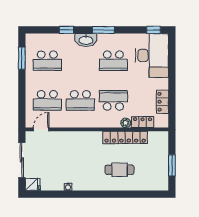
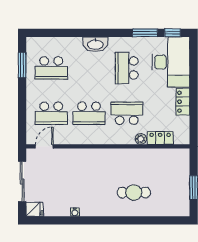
window: (67, 30) -> (73, 33), removed
window: (103, 30) -> (145, 33), moved
school desk: (113, 61) -> (127, 68), turned 90
locker: (162, 102) -> (183, 102), moved
locker: (125, 137) -> (140, 156), removed

